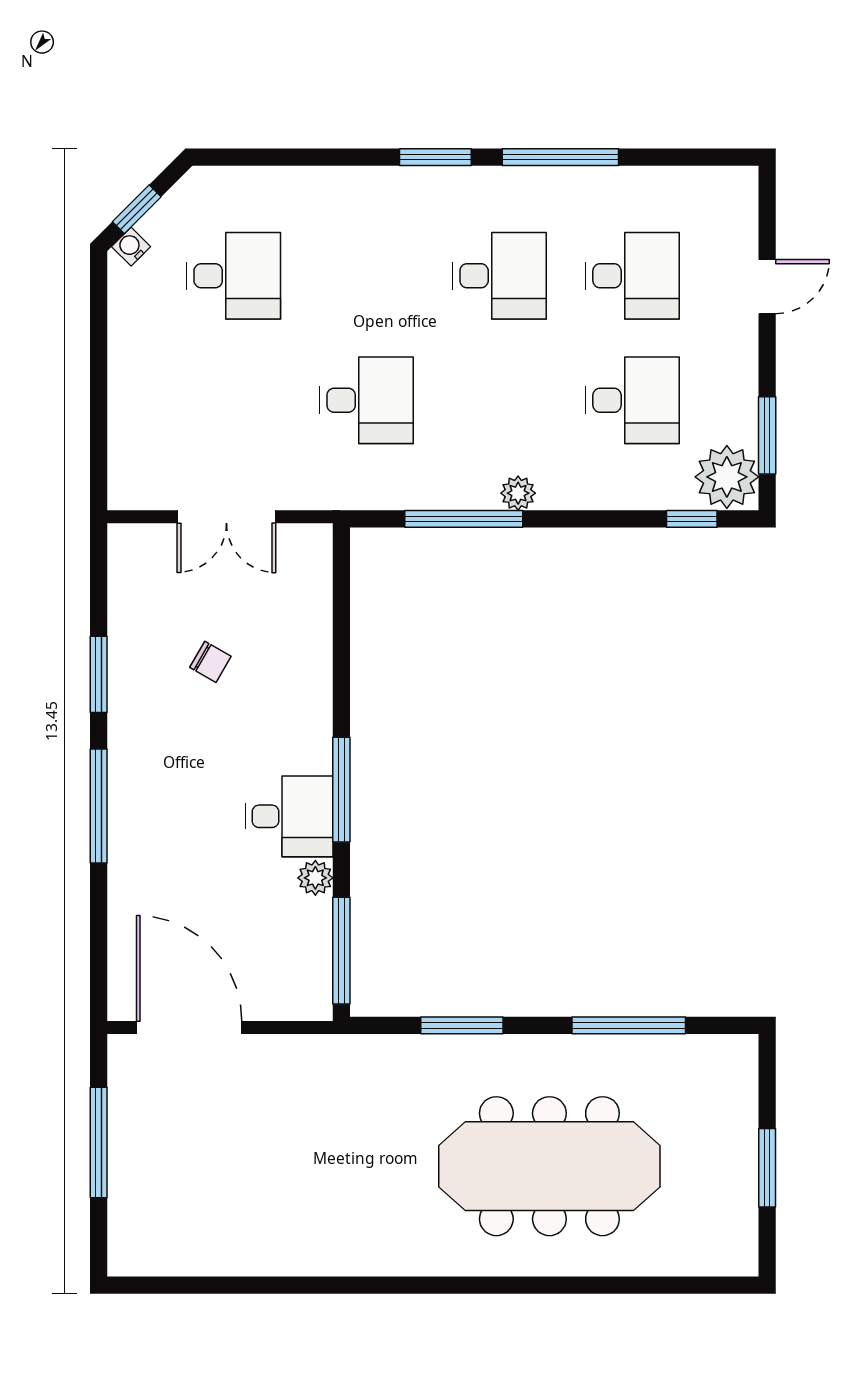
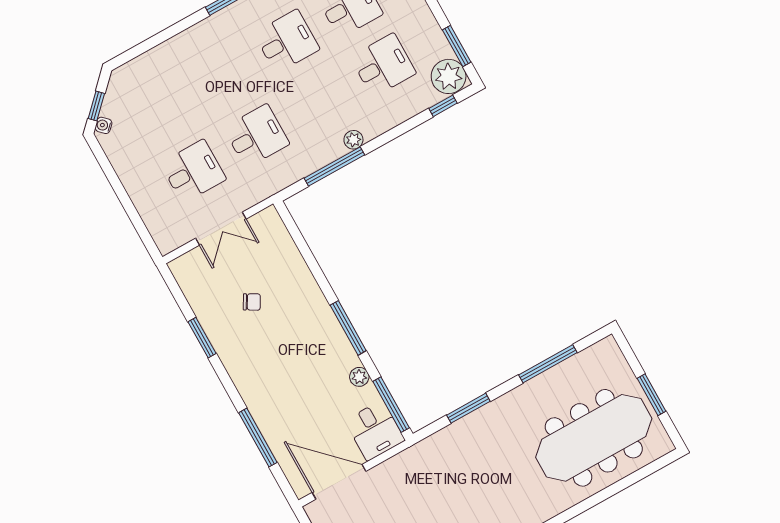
desk: (233, 276) -> (193, 171), moved
window: (99, 806) -> (258, 438), moved
desk: (289, 816) -> (375, 430), moved, turned 90
meeting table: (549, 1166) -> (594, 438), moved

